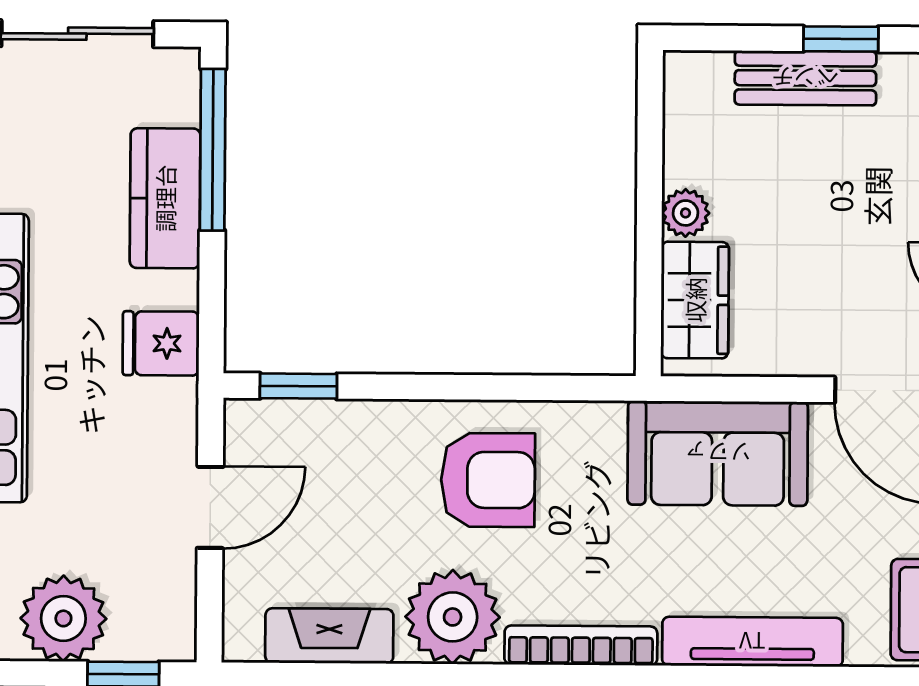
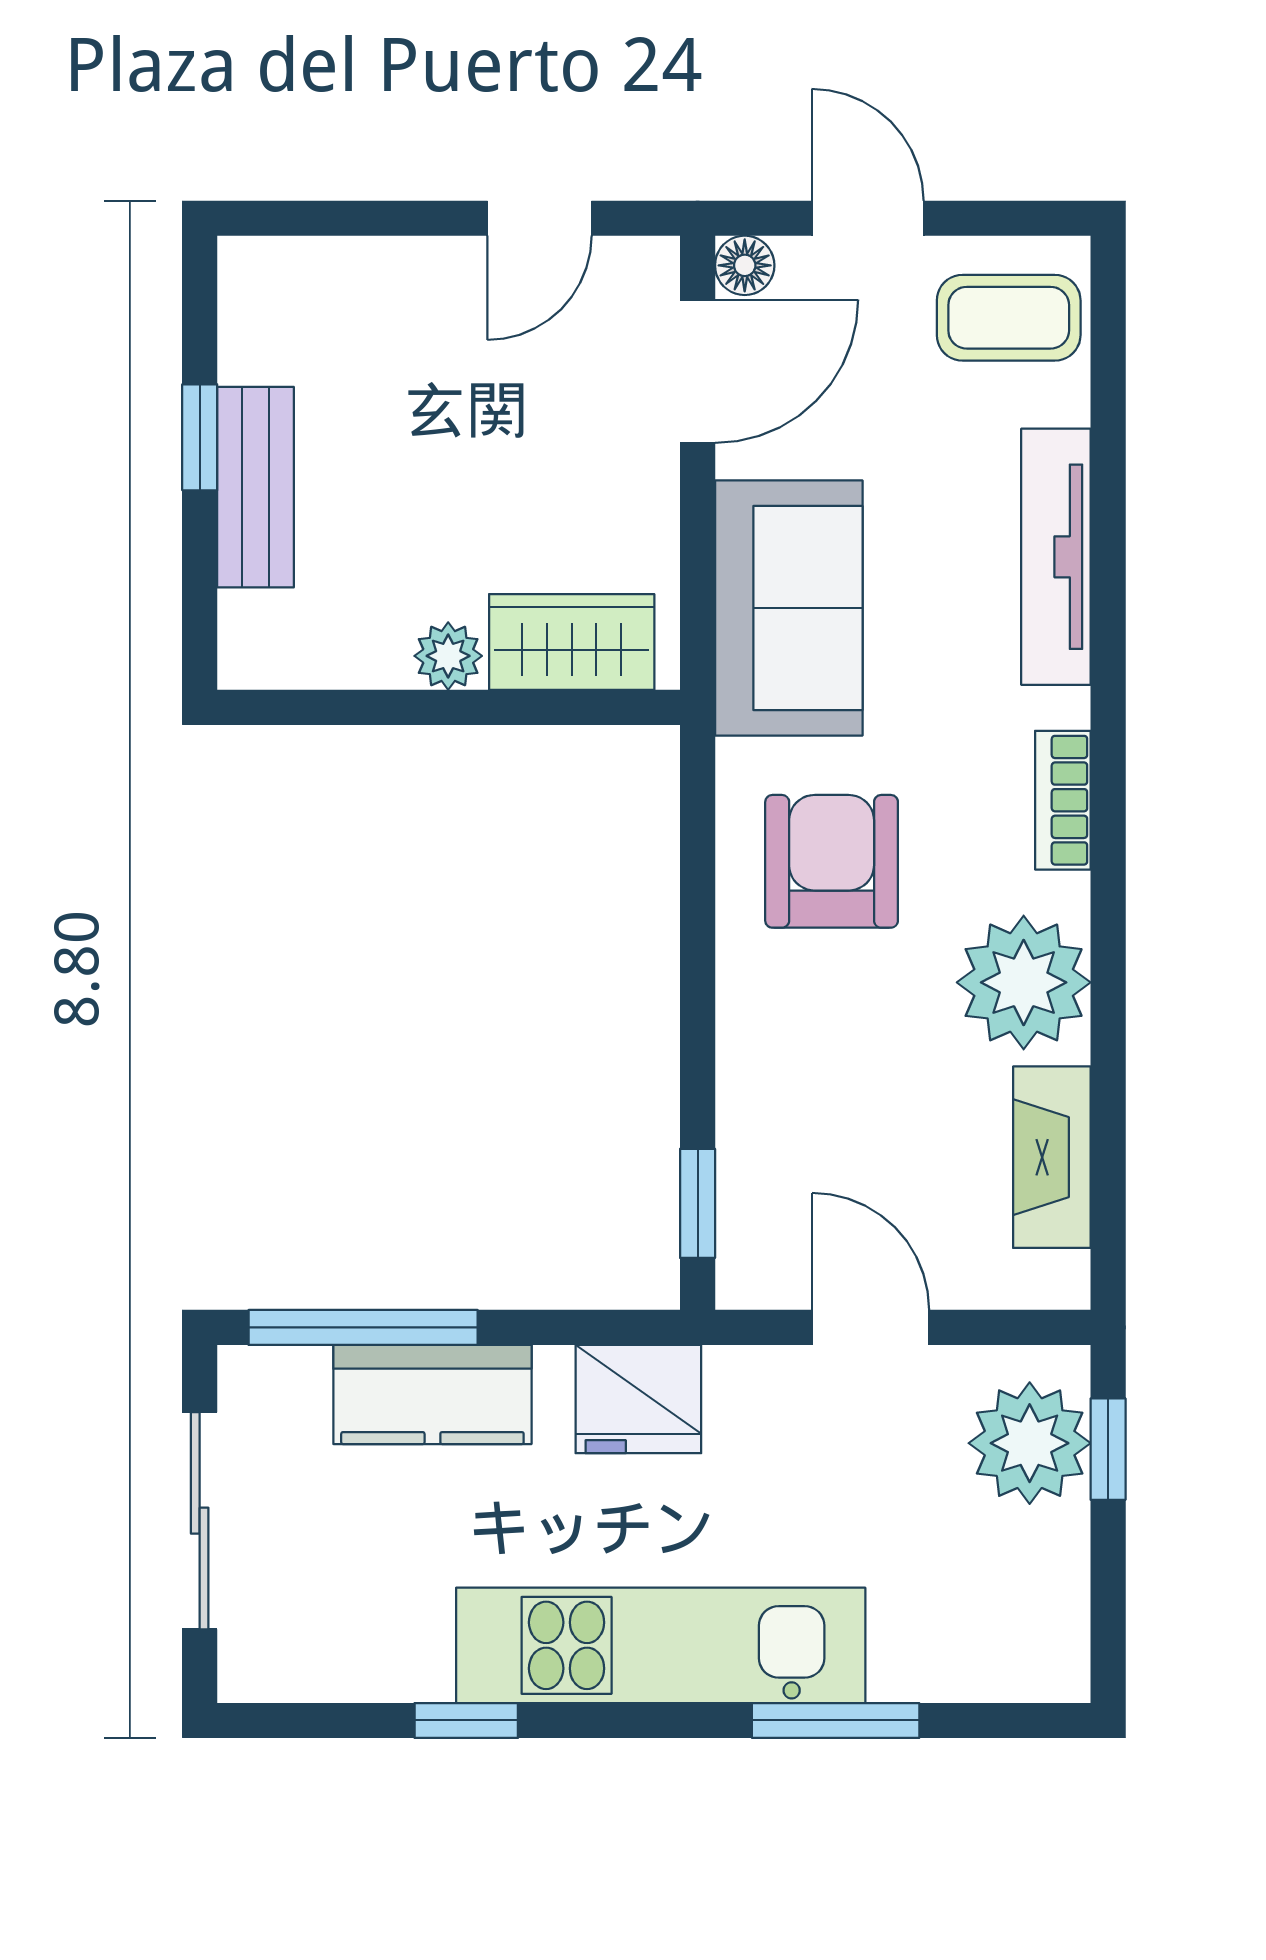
fridge: (161, 343) -> (638, 1399), width x1.38
armchair: (488, 480) -> (832, 861), moved
plant: (63, 618) -> (1030, 1443), moved
bookcase: (581, 645) -> (1063, 800), width x0.64

